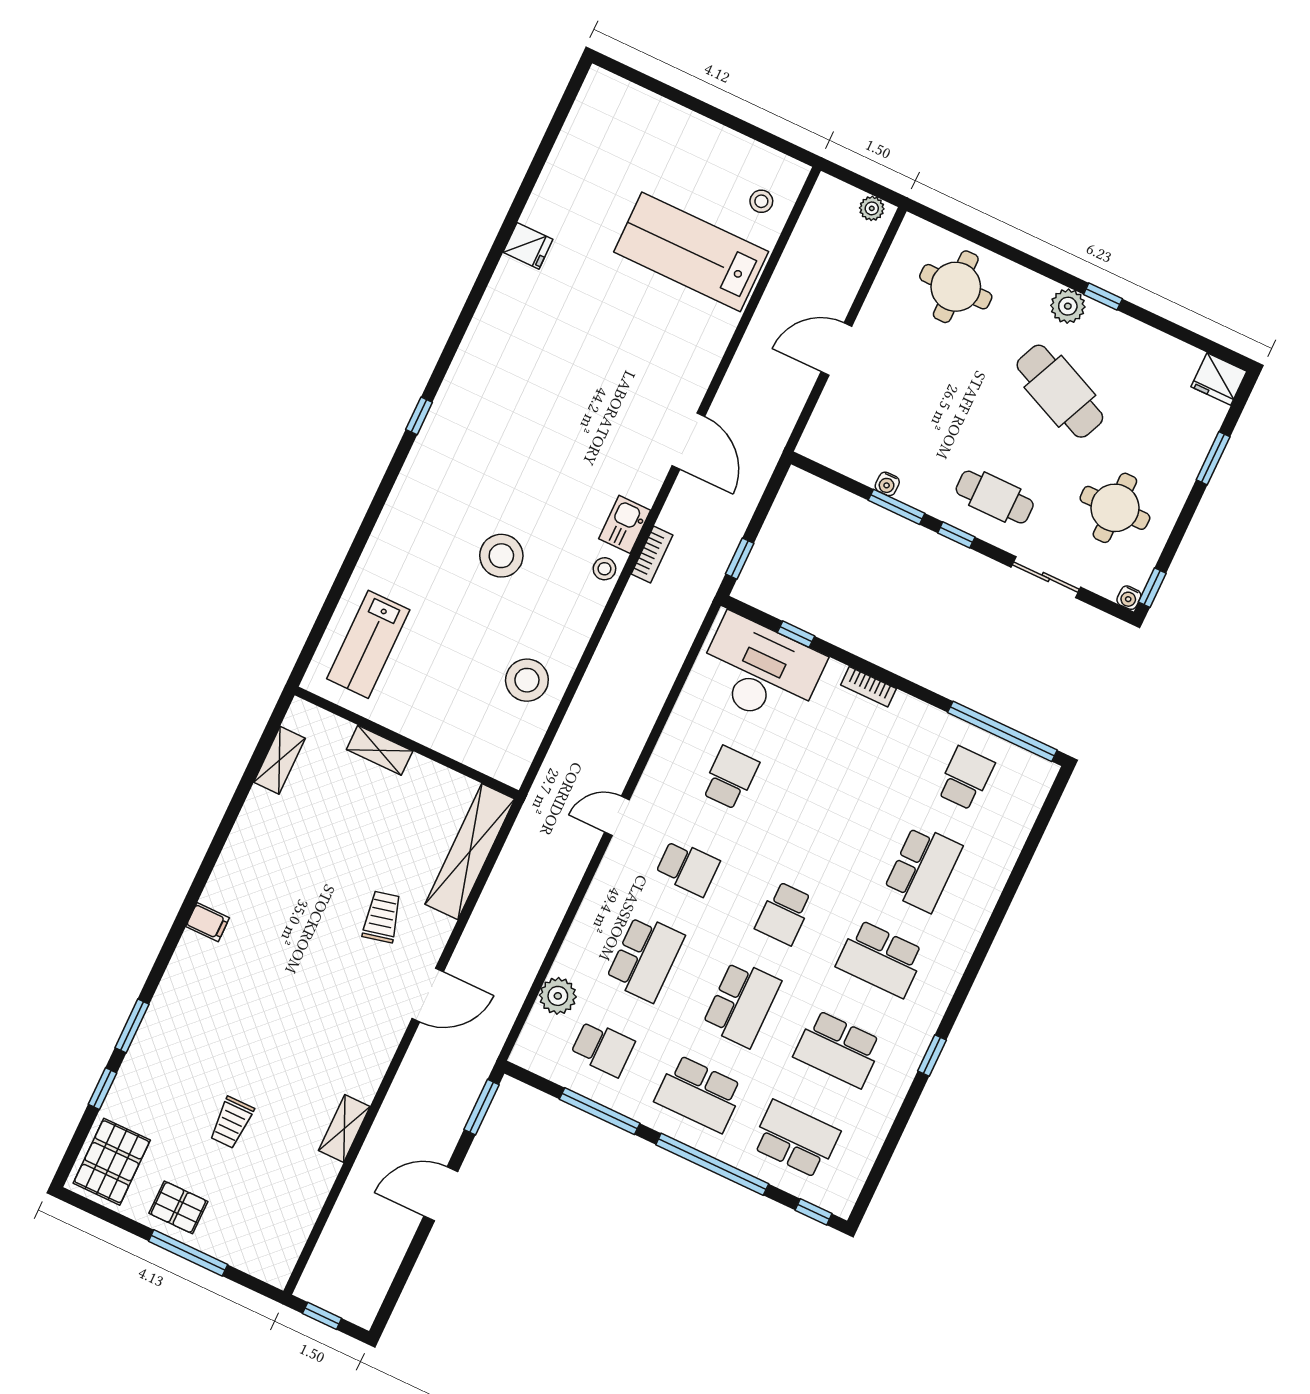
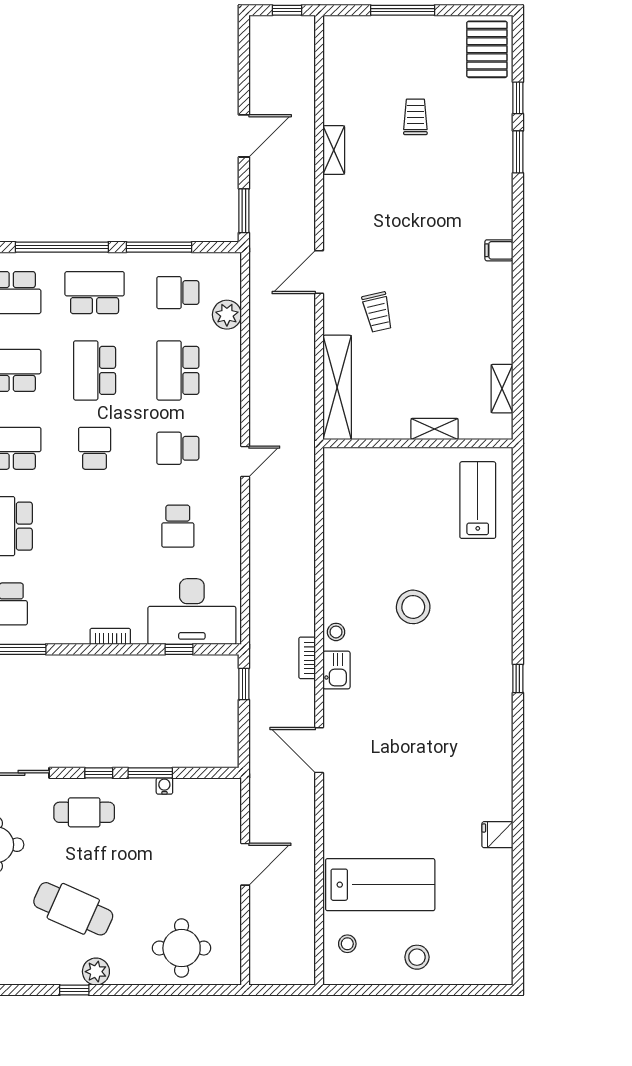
plant: (872, 208) -> (267, 975), removed
stool: (527, 680) -> (417, 957), moved, width x0.73, depth x0.73
pallet: (178, 1207) -> (425, 39), removed

